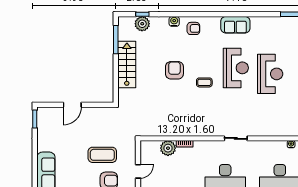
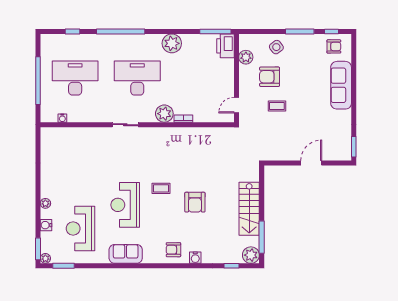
plant: (142, 24) -> (251, 255), moved
reception desk: (270, 74) -> (80, 228), moved
plant: (168, 148) -> (164, 114), moved
coffee table: (102, 155) -> (277, 106), width x0.54, depth x0.58
door: (138, 171) -> (237, 105), moved

